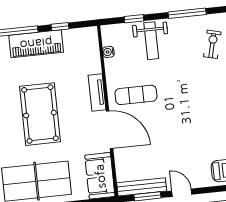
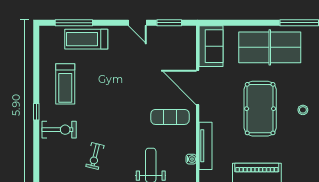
tv unit: (97, 92) -> (206, 146), moved, width x1.41
bench: (142, 187) -> (174, 32), removed

